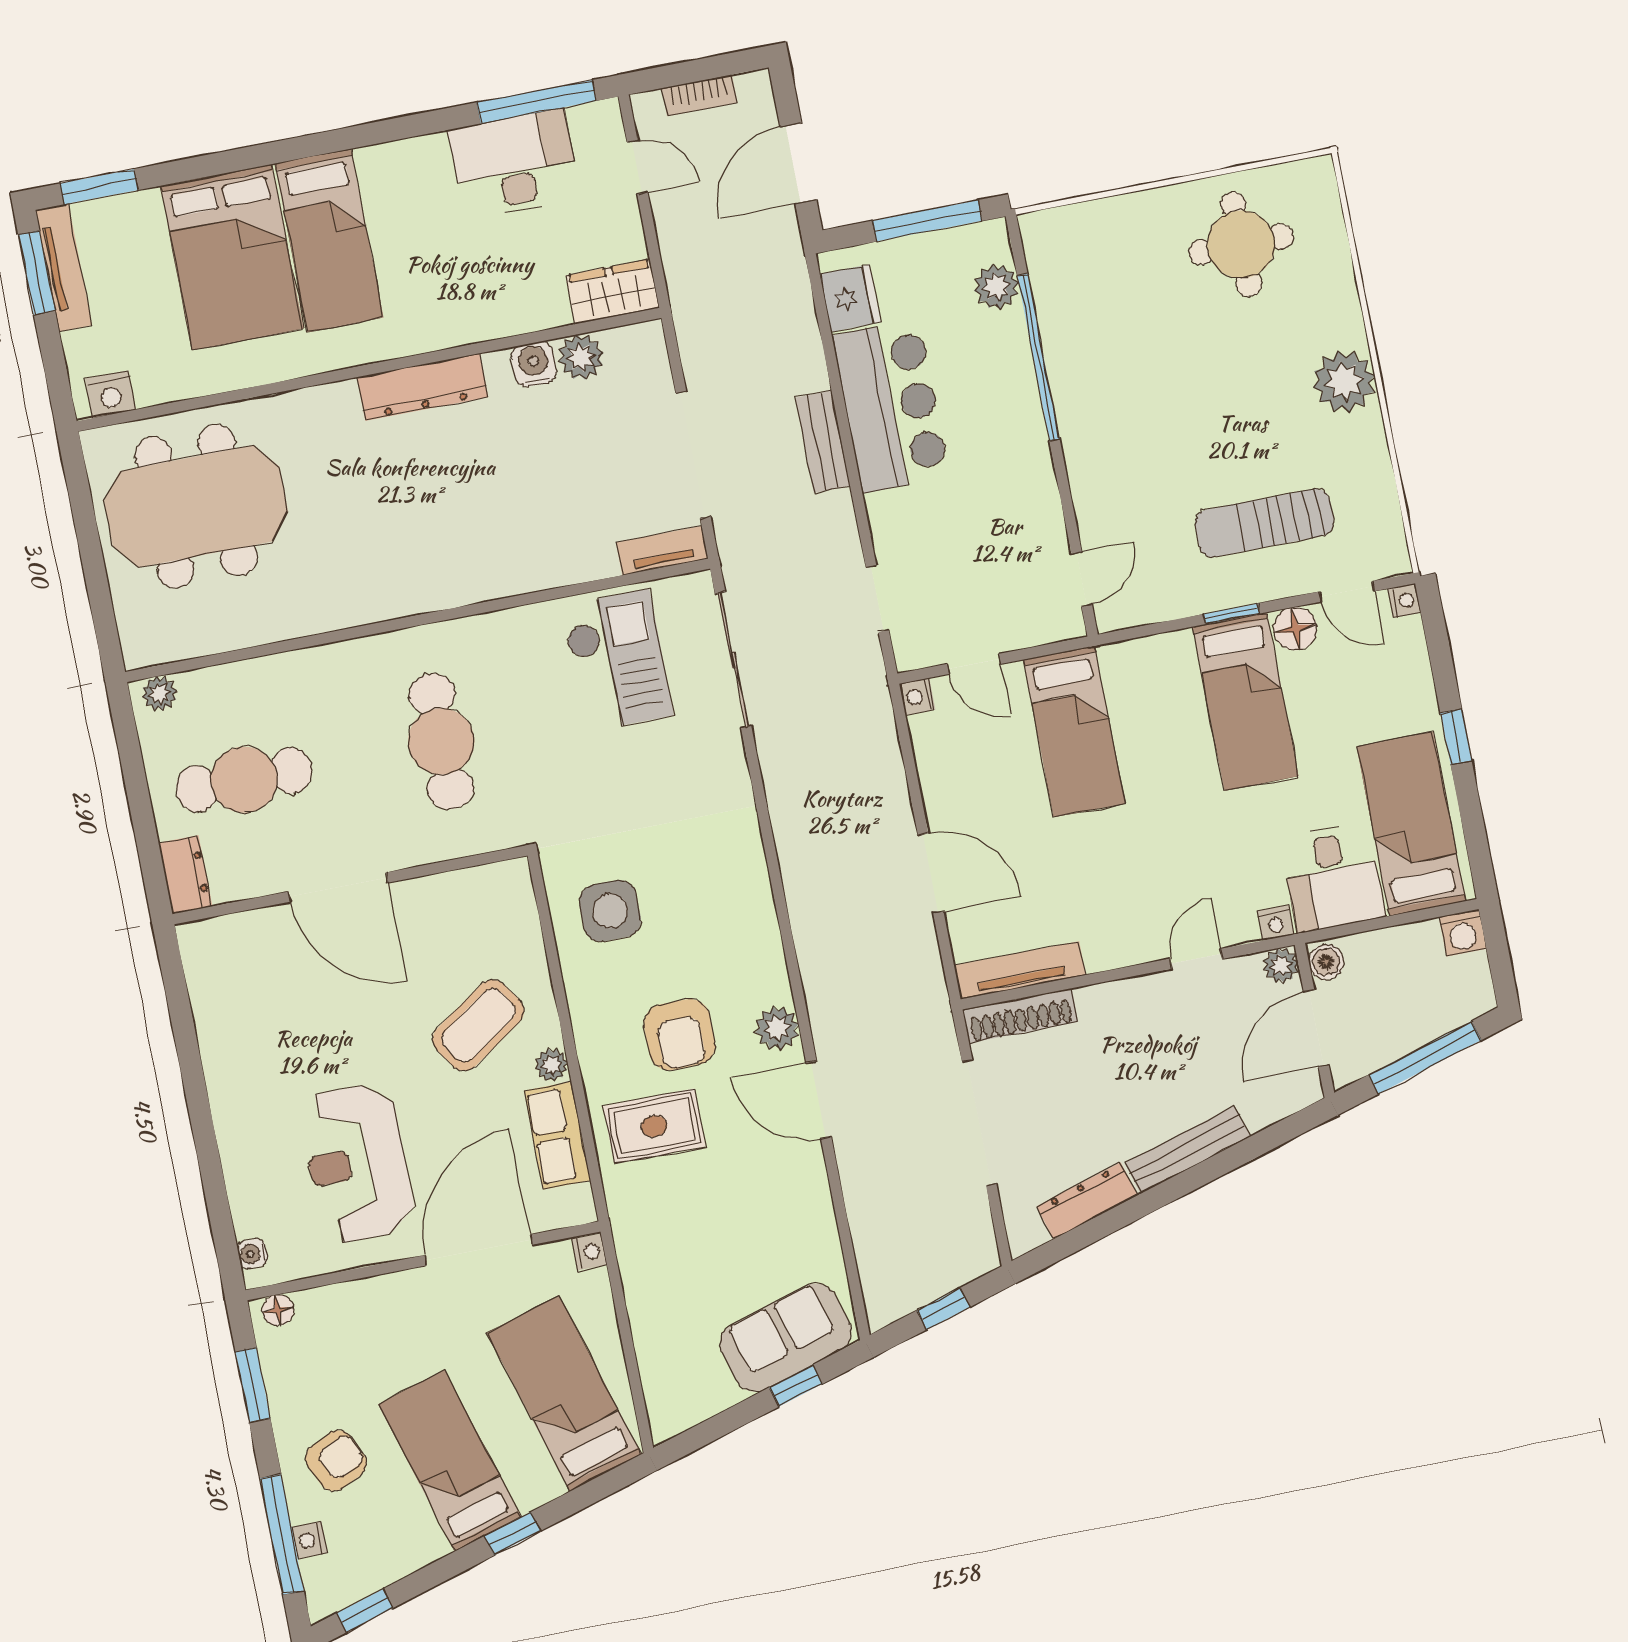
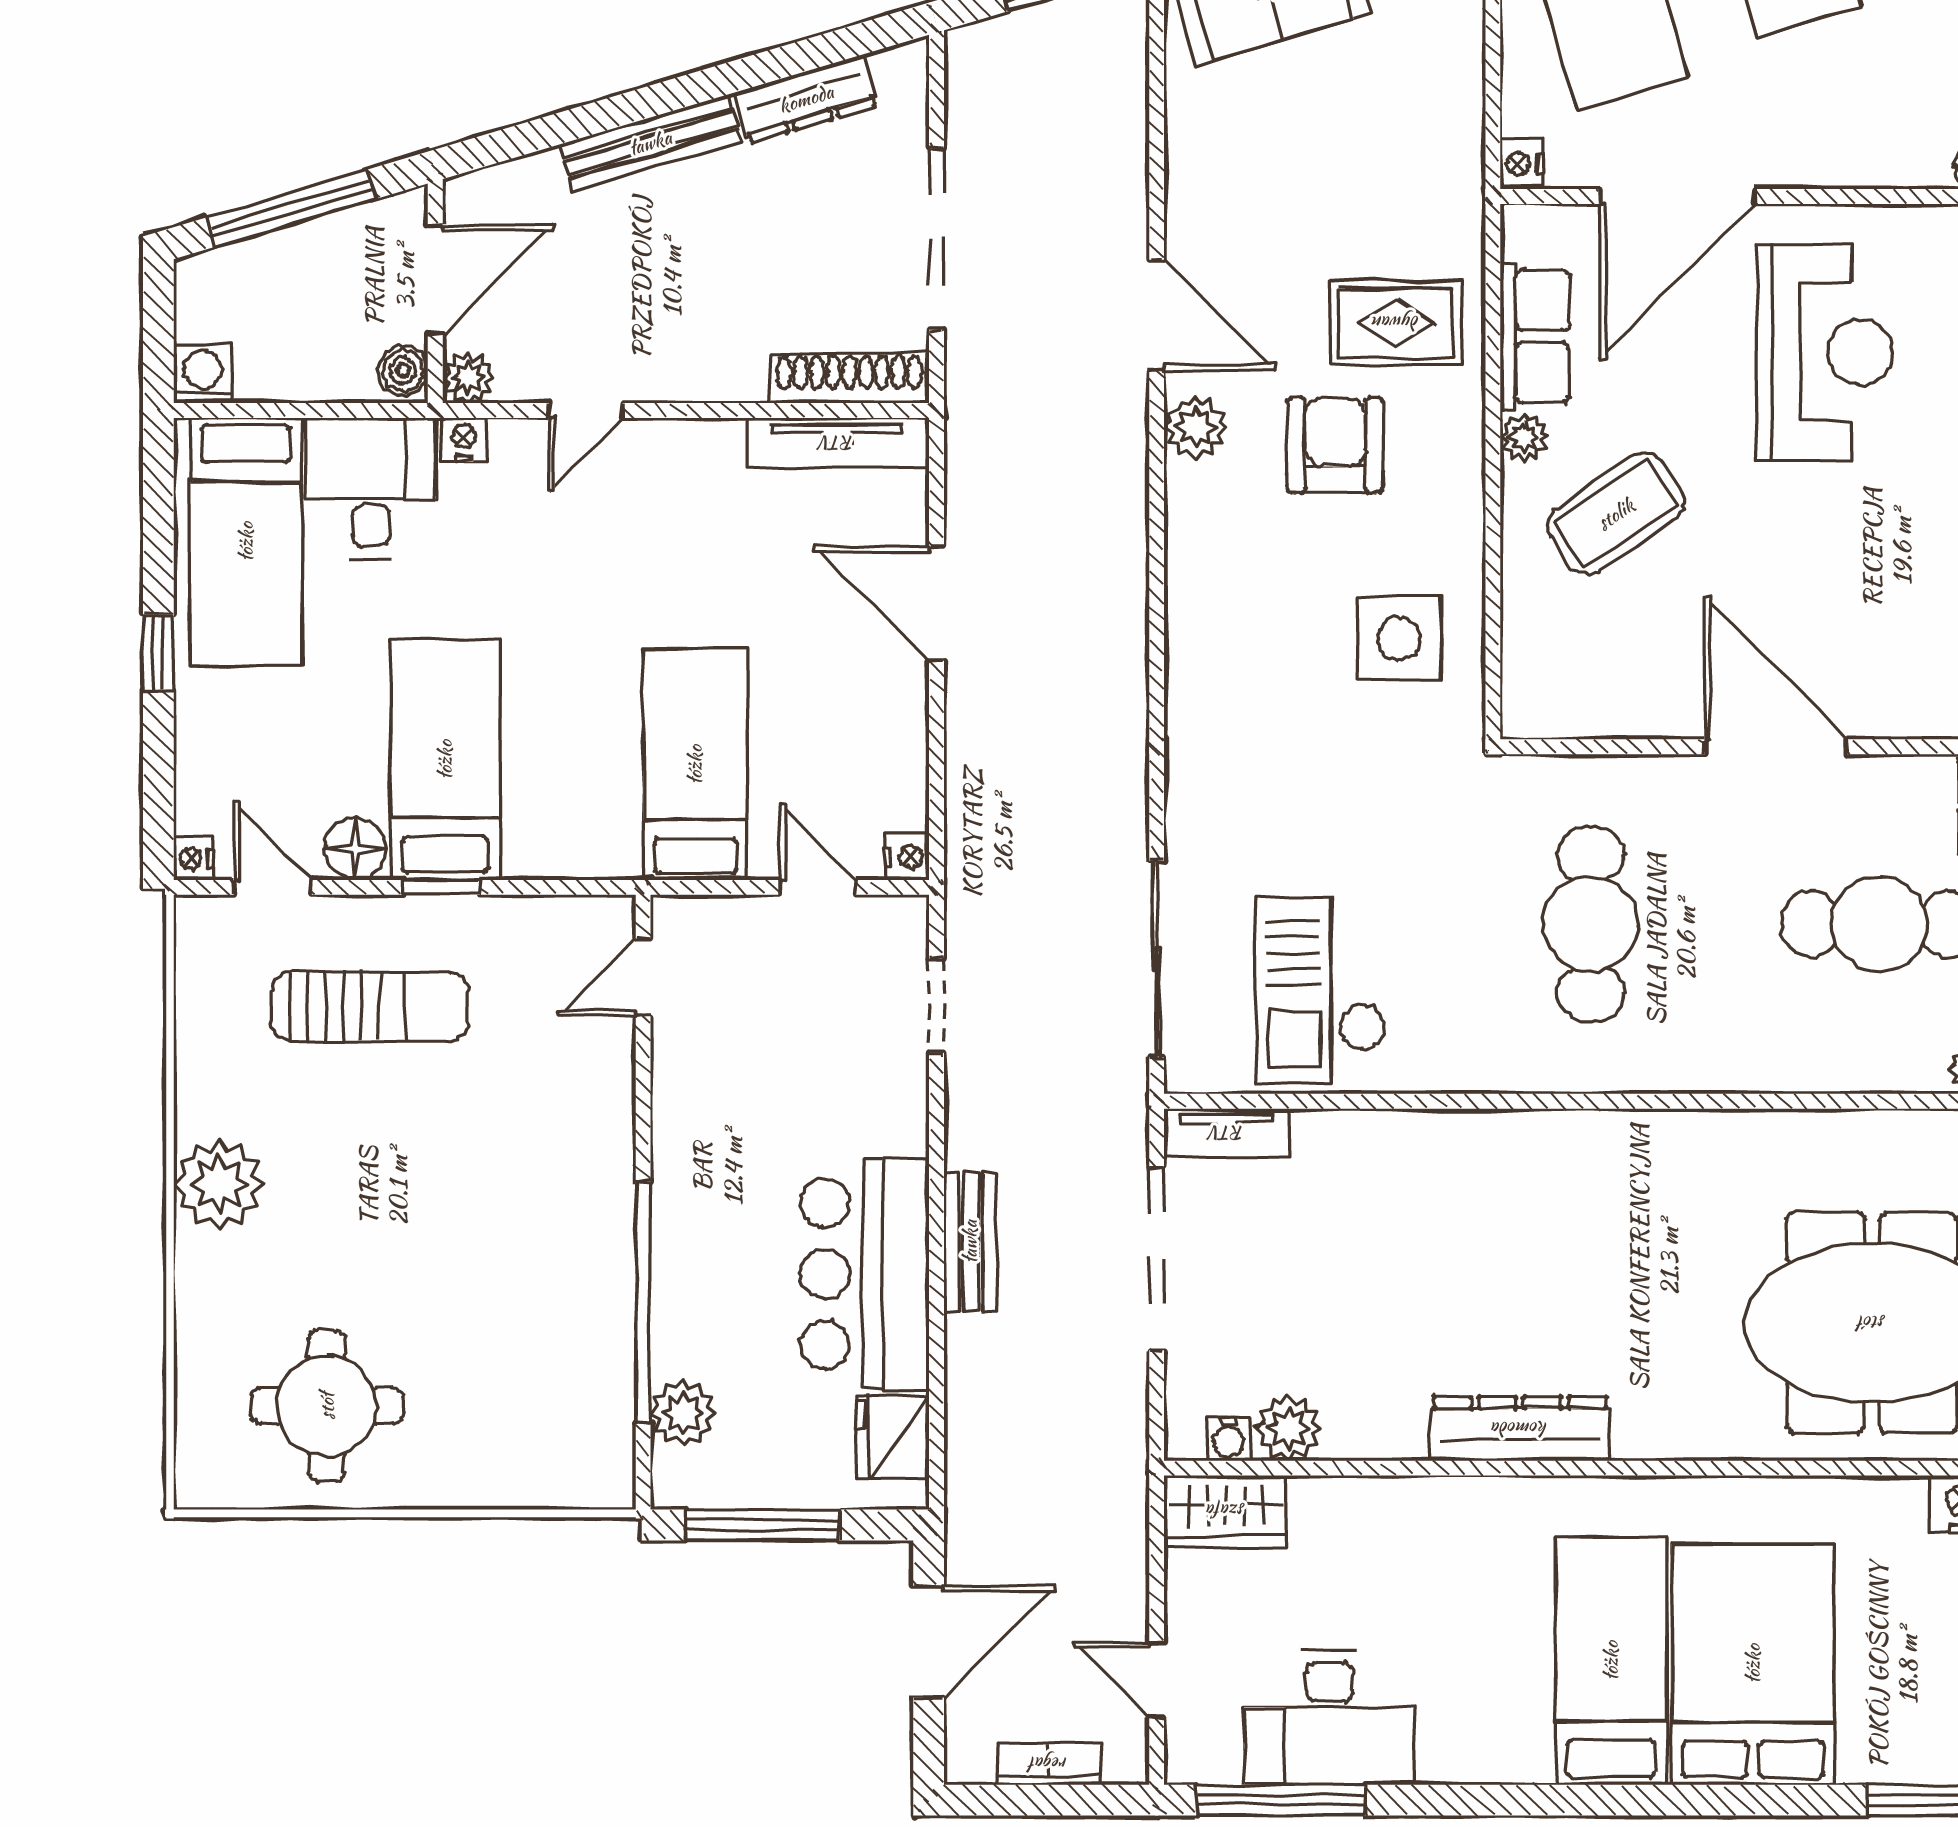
water cooler: (534, 364) -> (1229, 1439), moved, width x0.72, depth x0.72

